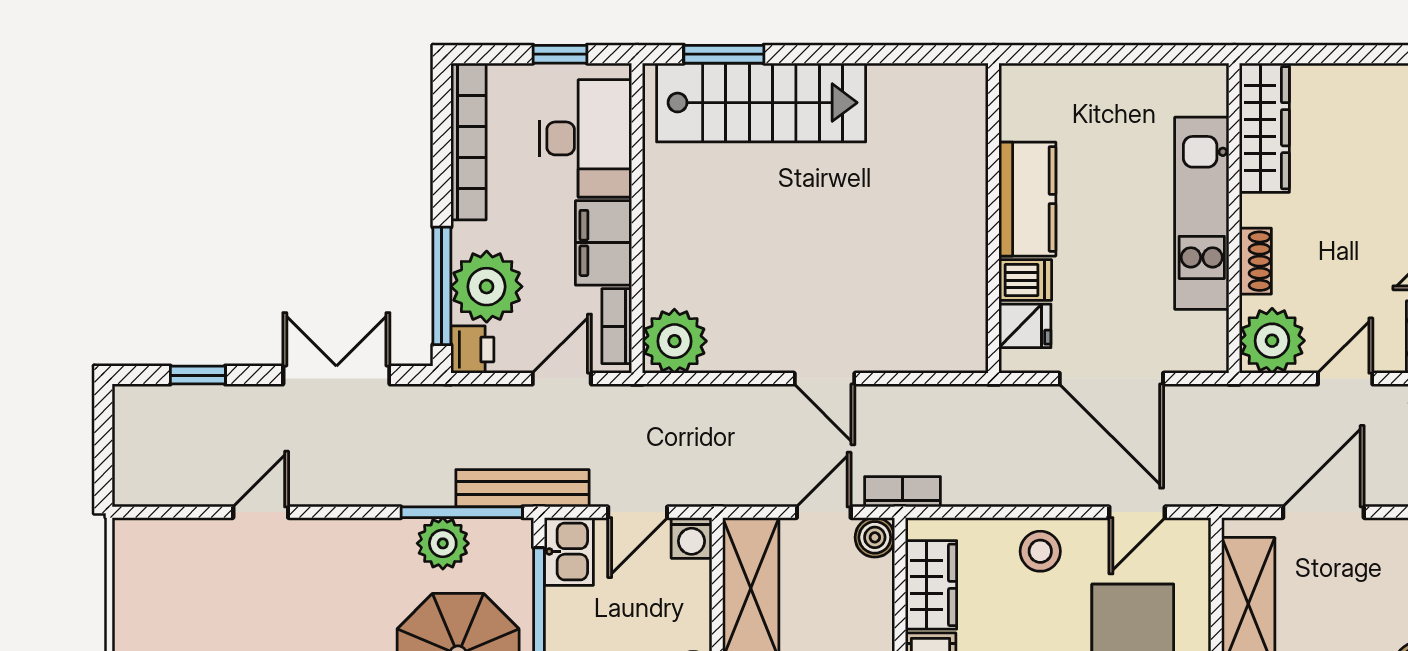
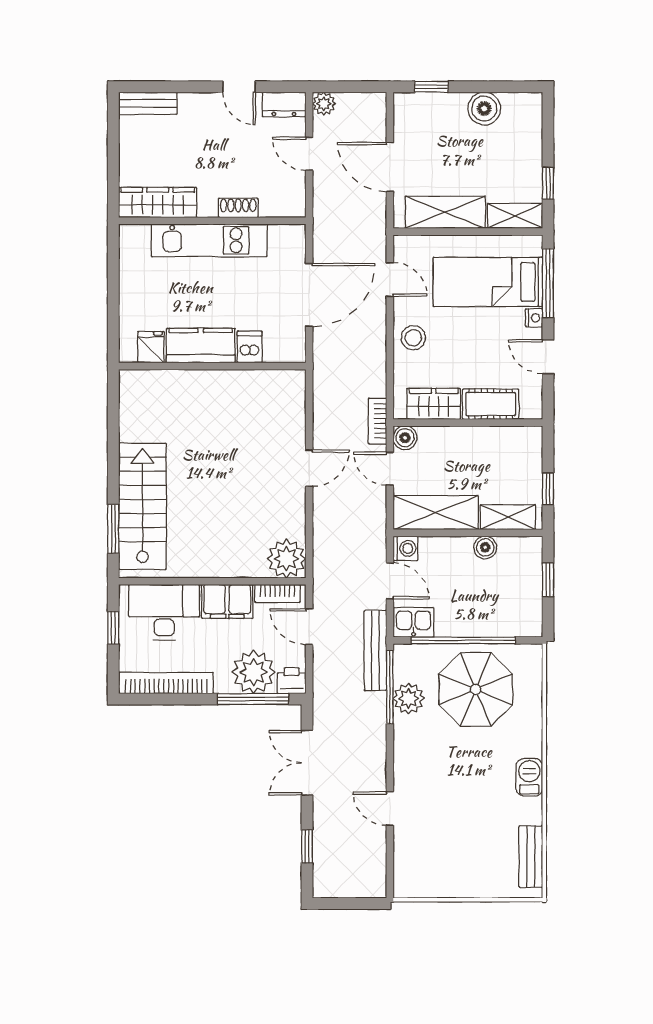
fridge: (1025, 326) -> (151, 347), moved
plant: (1272, 341) -> (286, 198), removed

